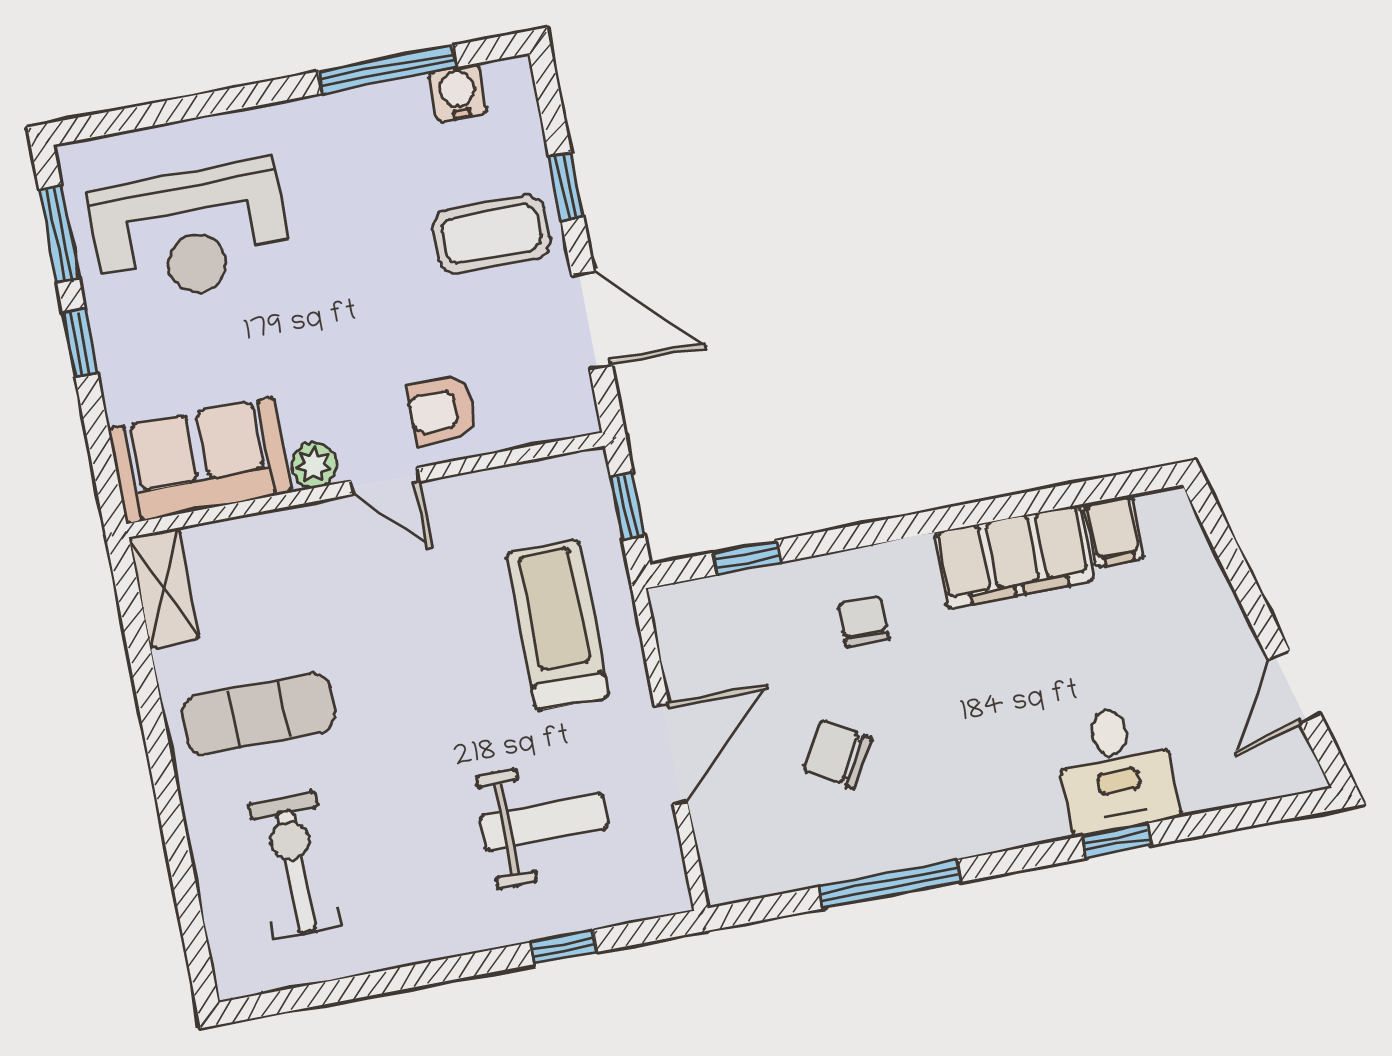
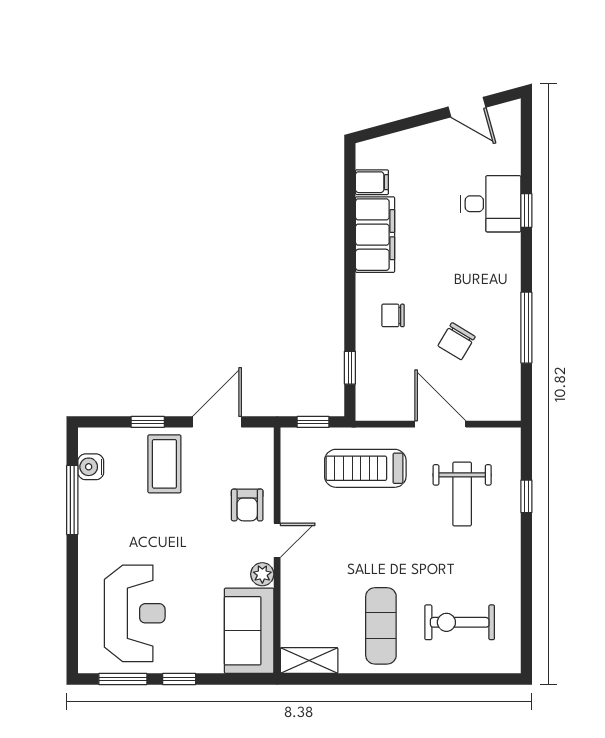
weight bench: (544, 822) -> (462, 494), turned 180

